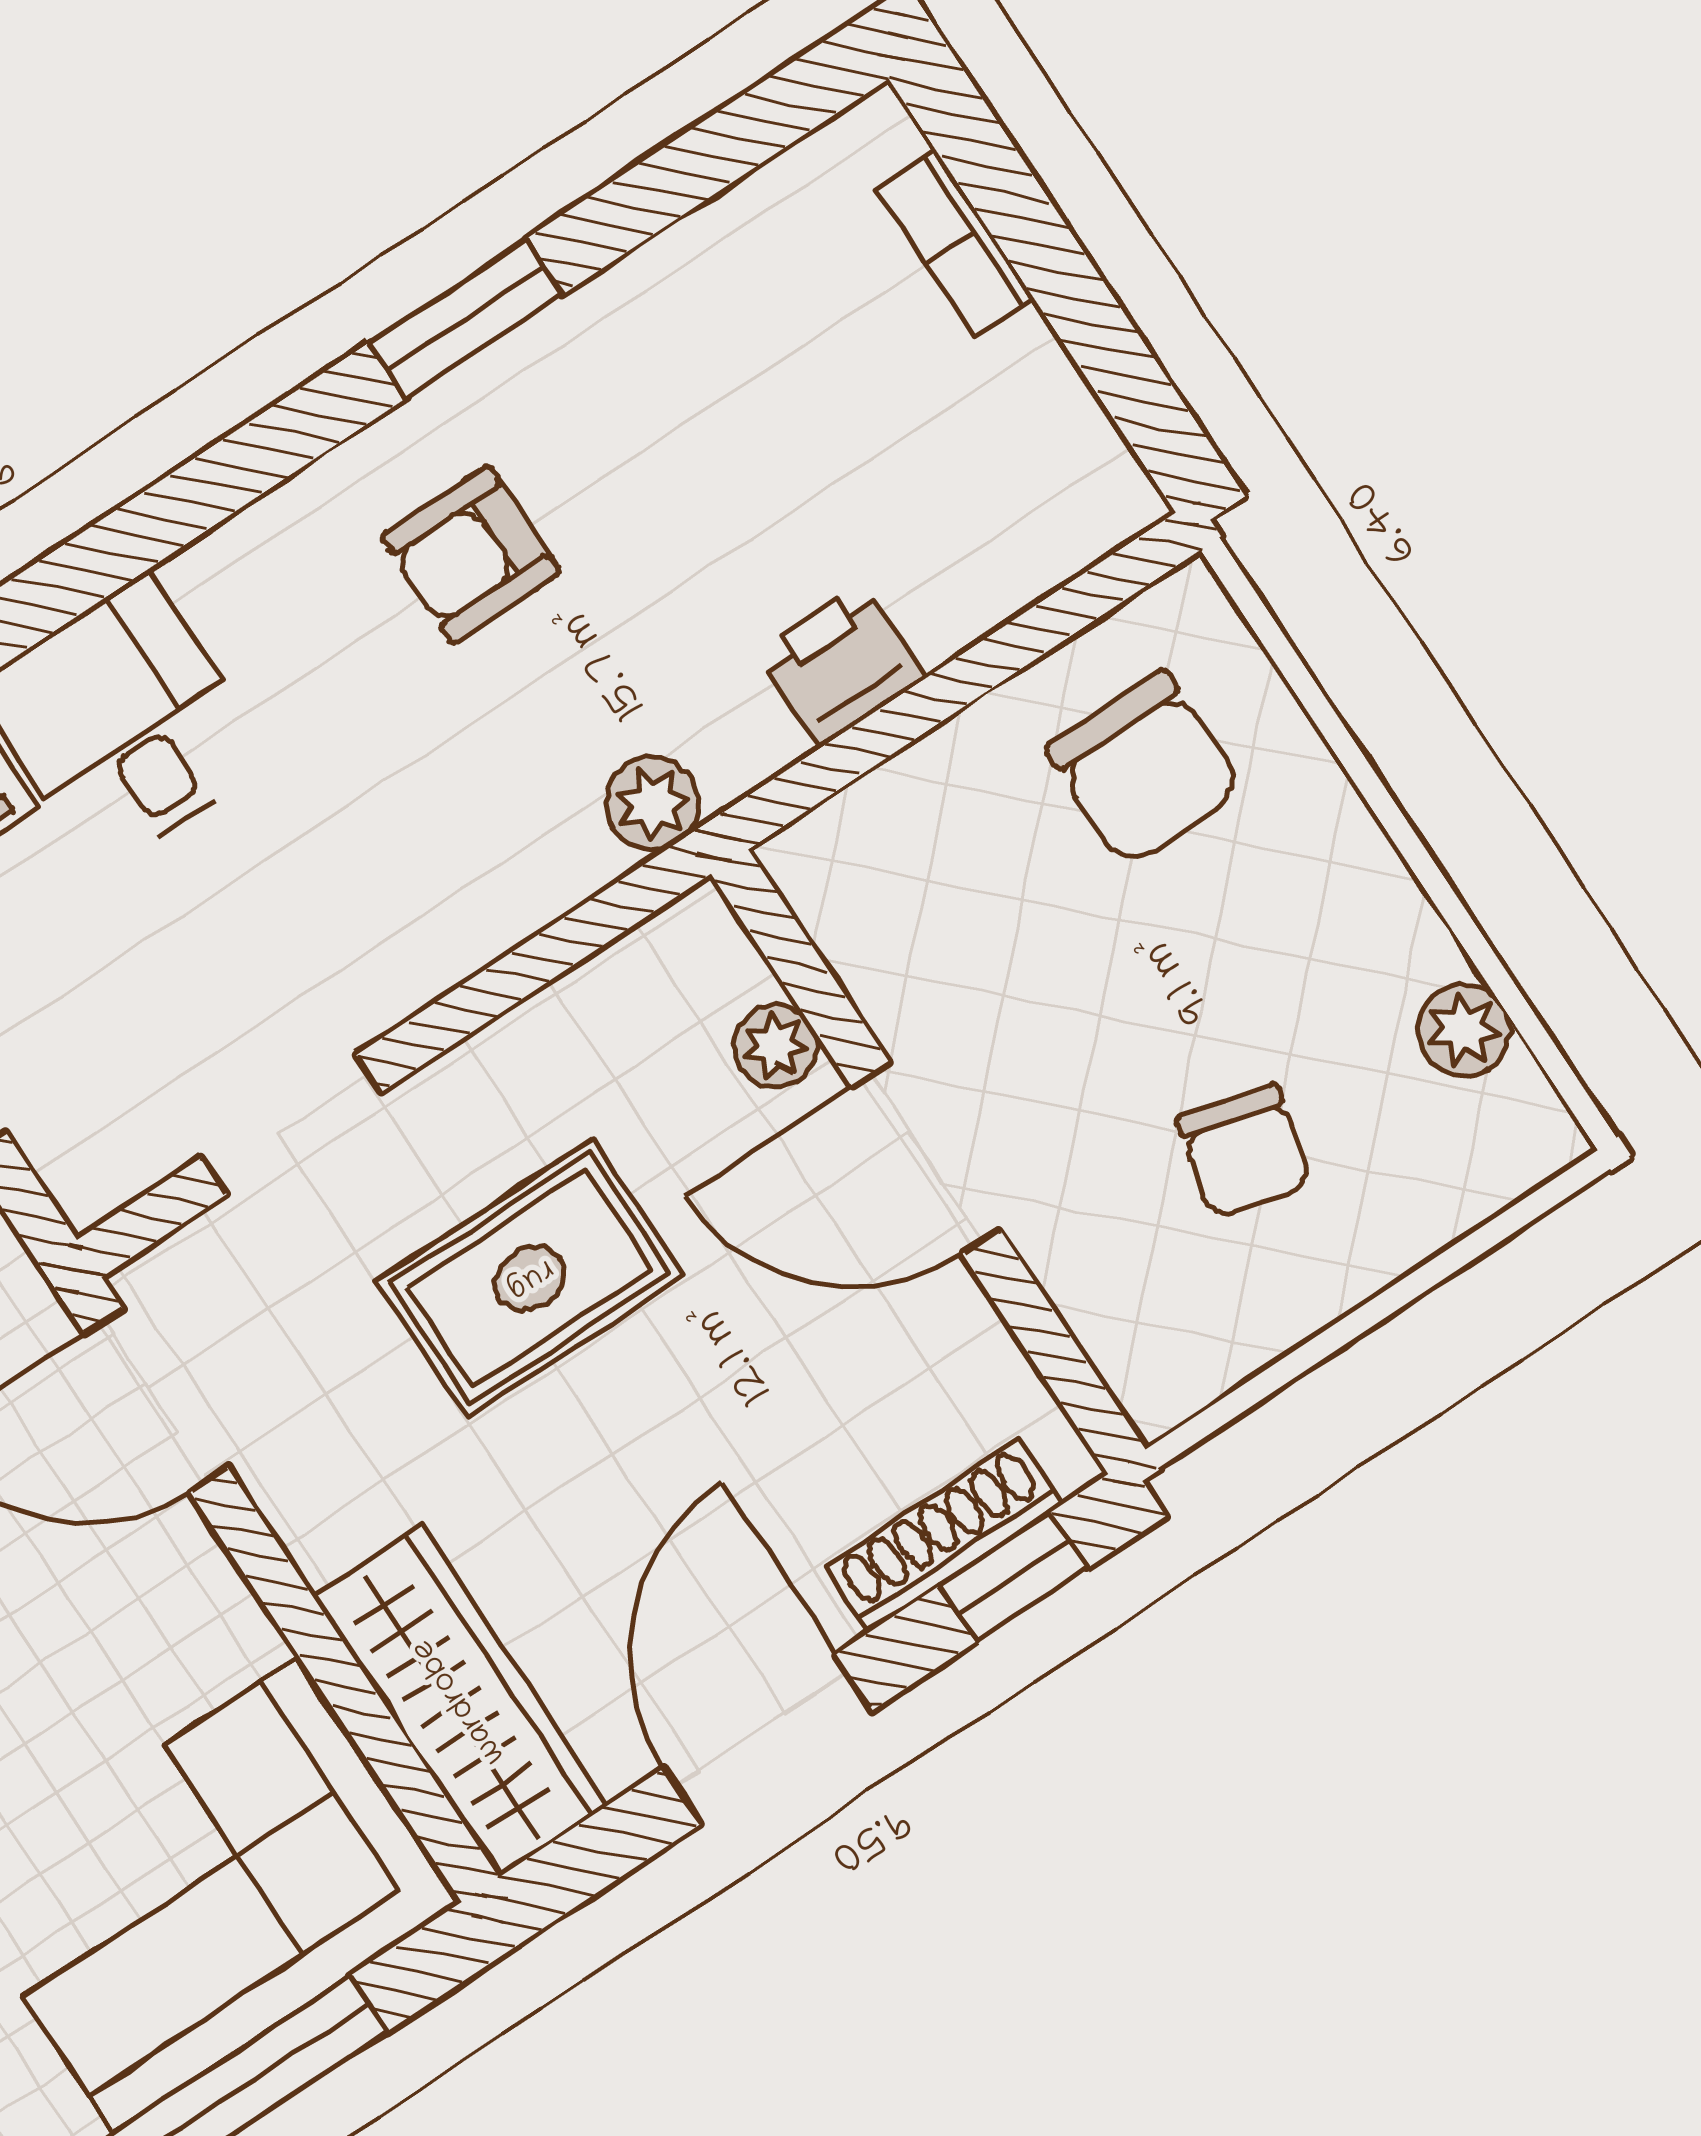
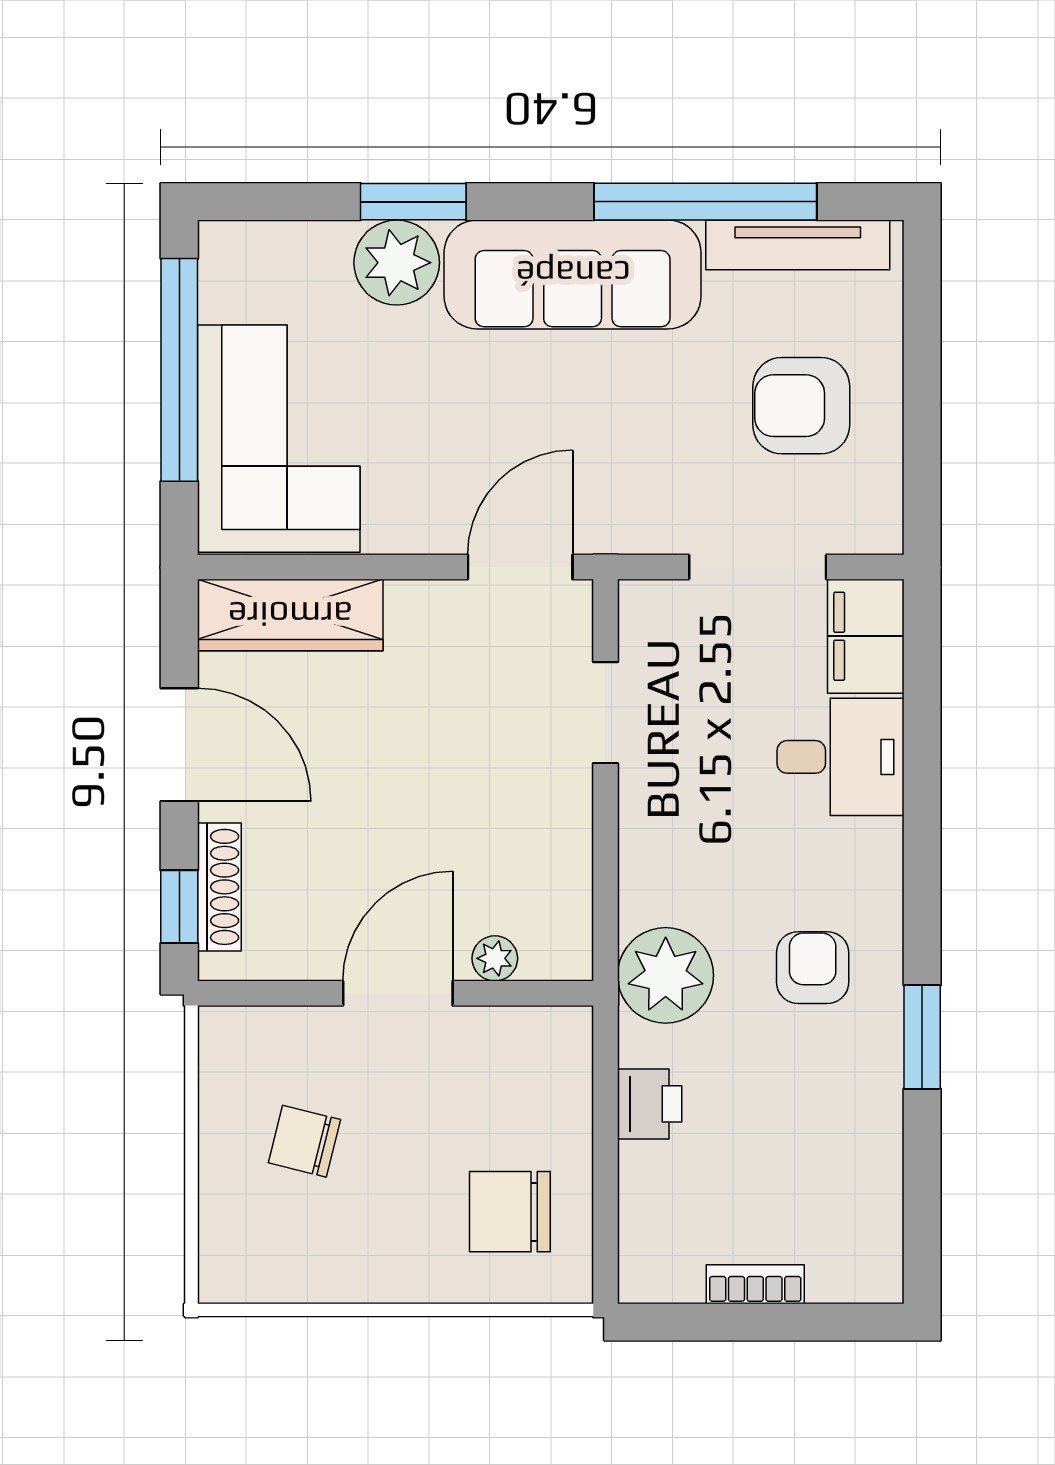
bookcase: (956, 244) -> (755, 1284), moved
plant: (652, 804) -> (666, 975), width x1.88, depth x1.88
plant: (1464, 1030) -> (293, 1279), removed
rug: (530, 1278) -> (463, 775), removed

